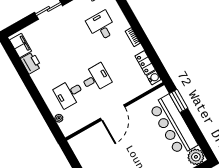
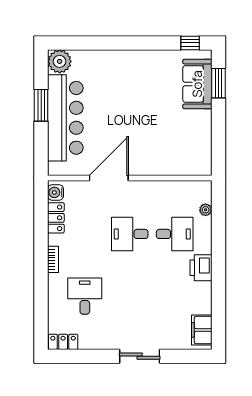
desk: (101, 26) -> (85, 296), turned 180
printer: (31, 63) -> (201, 268), moved
window: (179, 101) -> (41, 105), moved
door: (113, 113) -> (109, 178), moved

